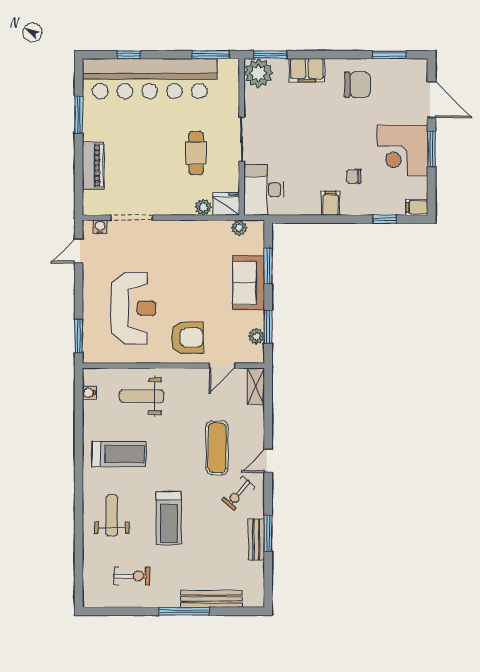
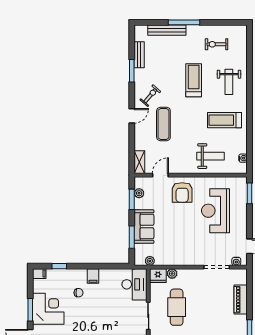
cafe table: (196, 153) -> (177, 307), width x1.37, depth x1.35
armchair: (187, 338) -> (182, 192), turned -90
bench: (256, 540) -> (139, 55), moved

